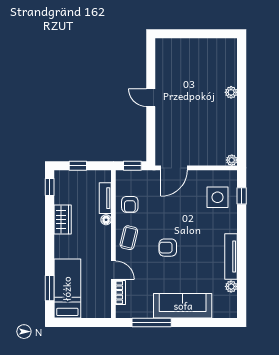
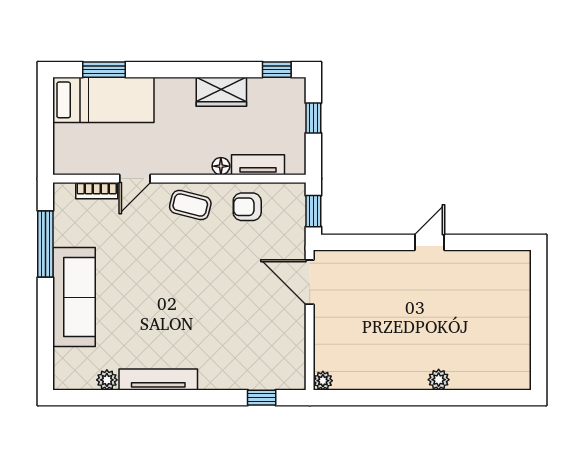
side table: (217, 197) -> (259, 356), removed
armchair: (168, 248) -> (173, 271), removed

